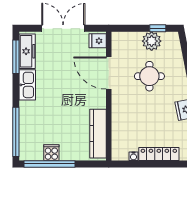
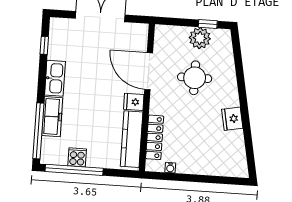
fridge: (98, 41) -> (134, 102), moved
freezer: (27, 51) -> (52, 117), moved
window: (16, 57) -> (44, 45), width x0.46
locker: (159, 154) -> (155, 137), moved, turned 90

